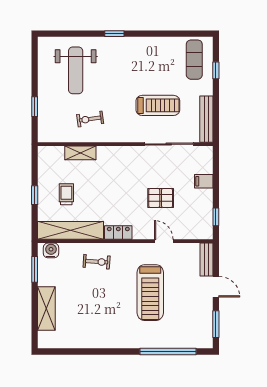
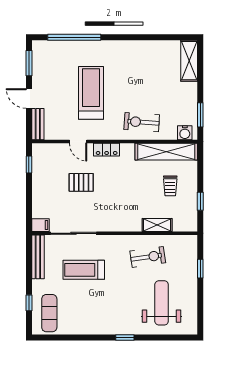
exercise bike: (90, 119) -> (148, 257), width x1.38, depth x1.39
filing cabinet: (204, 181) -> (40, 225), moved
window: (35, 195) -> (200, 201), moved
locker: (118, 232) -> (107, 150), moved
exercise bike: (97, 262) -> (142, 122), width x1.38, depth x1.39
shelving: (46, 309) -> (189, 61), moved

